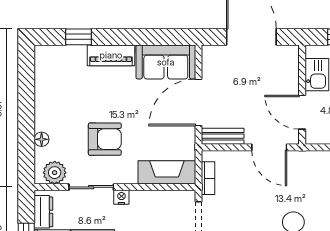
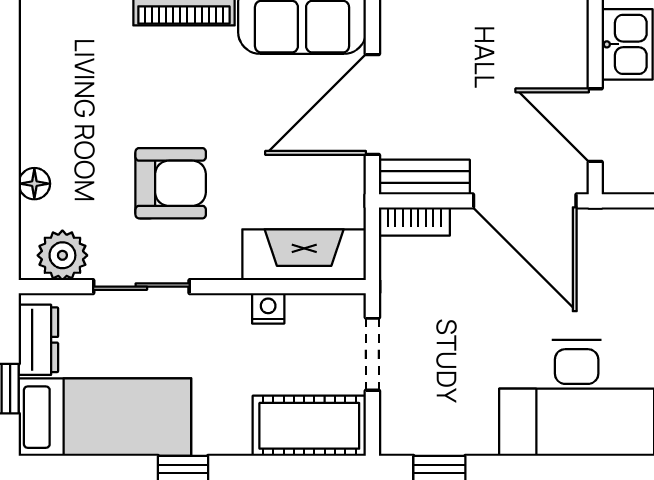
door: (269, 147) -> (525, 201), width x1.36
bookcase: (208, 178) -> (414, 221), moved, turned 90
nightstand: (121, 197) -> (268, 308), moved

